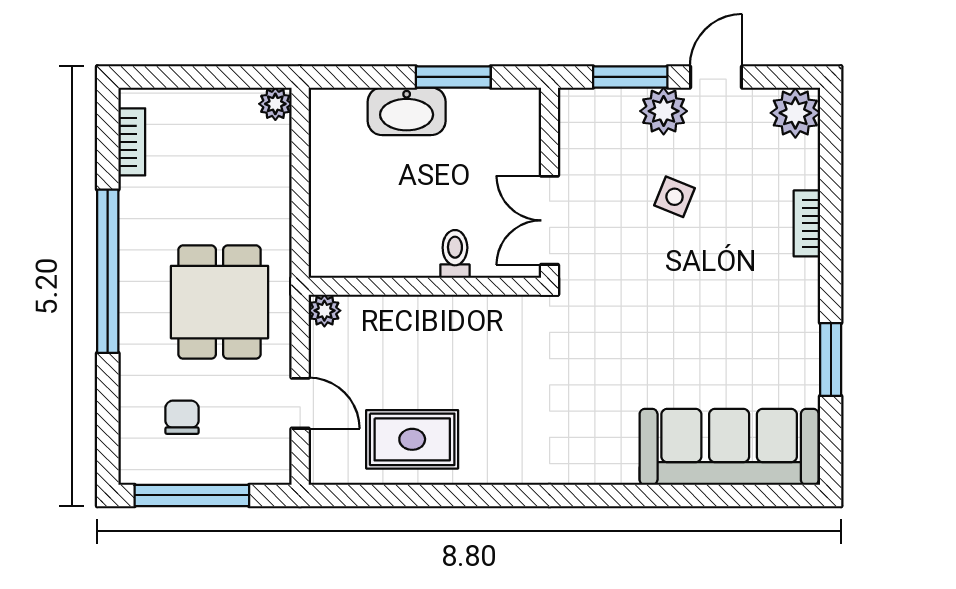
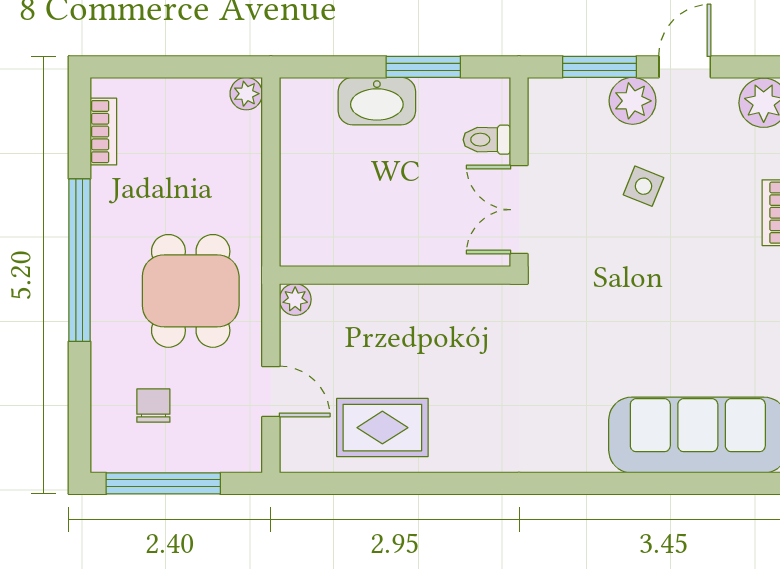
toilet: (455, 254) -> (487, 140), moved, turned -90

